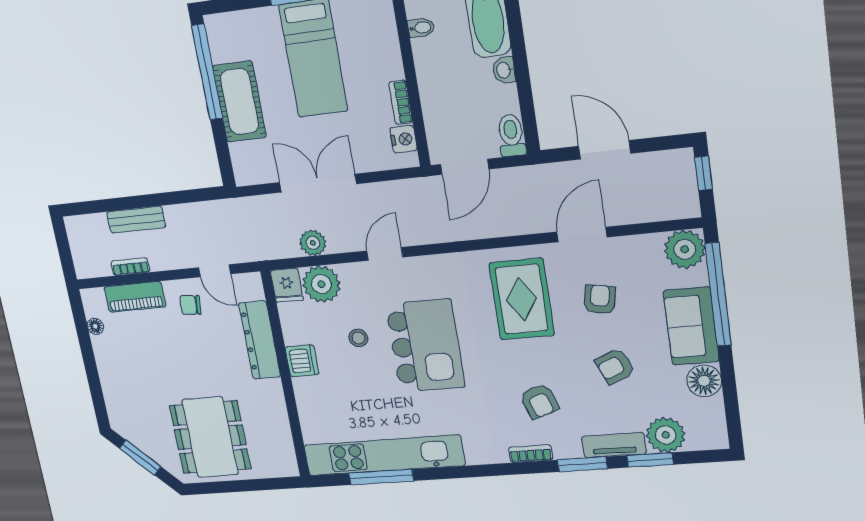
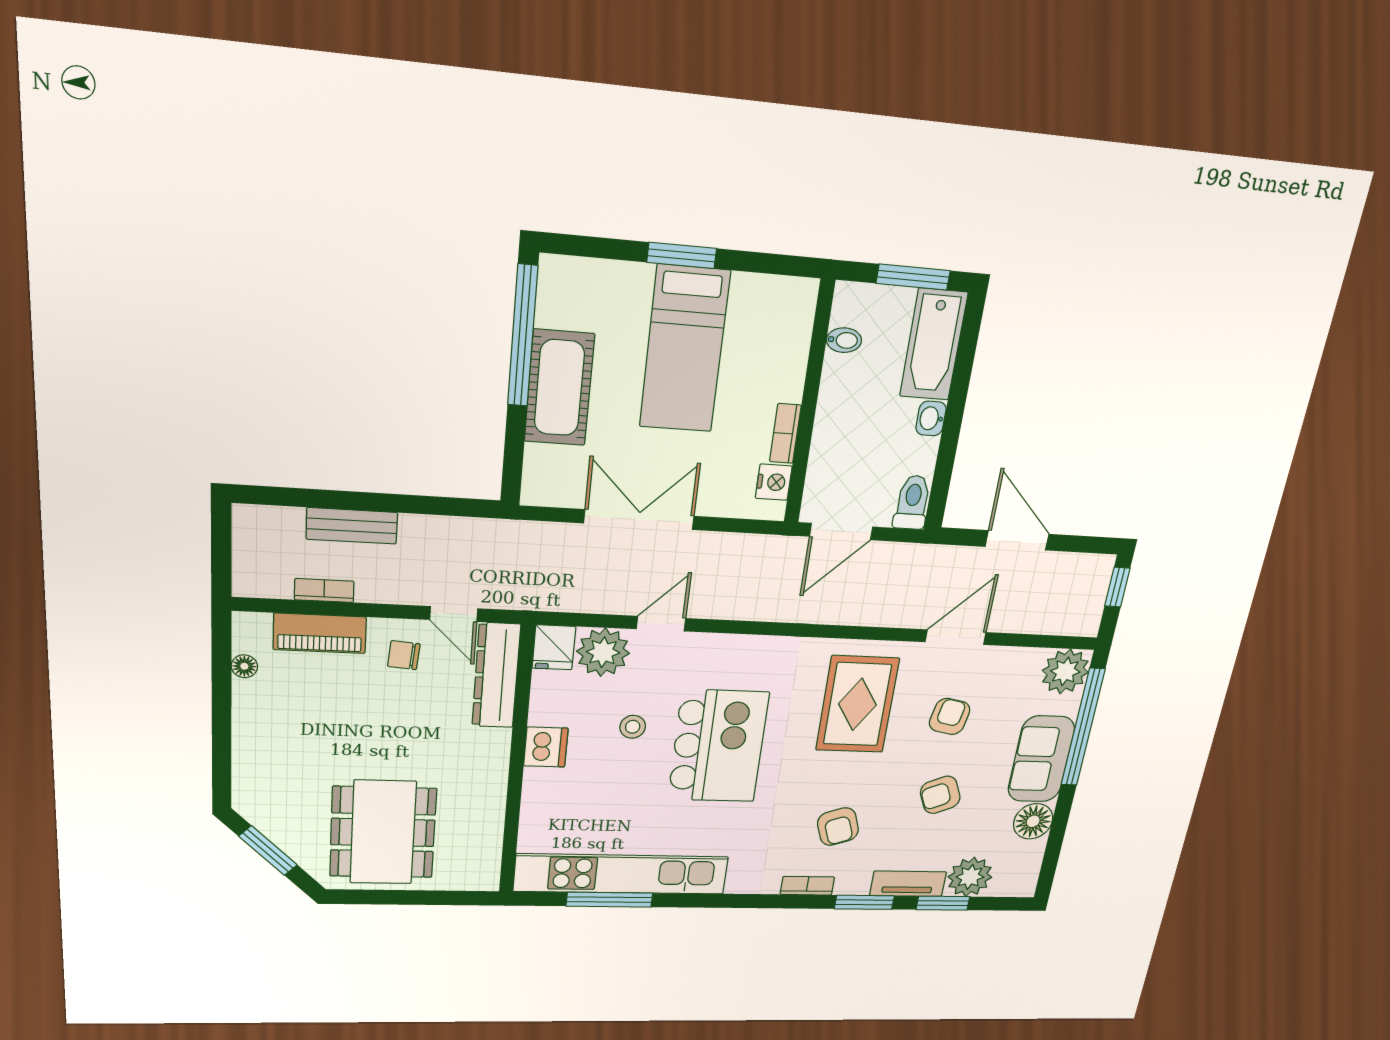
plant: (313, 243) -> (608, 597), removed
door: (385, 254) -> (661, 624), moved
dresser: (260, 340) -> (496, 676), moved

